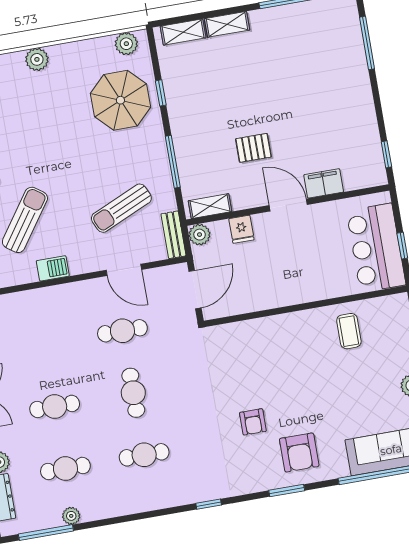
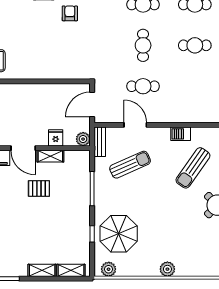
shelving: (210, 206) -> (50, 156), moved

